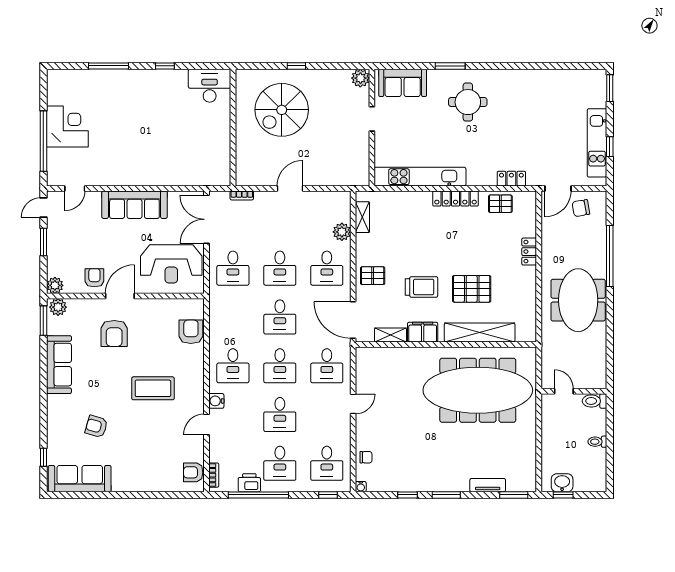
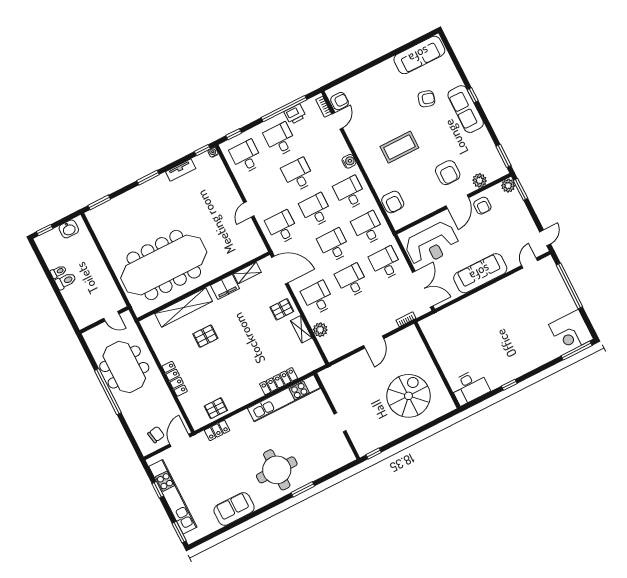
window: (108, 66) -> (577, 351), moved
window: (296, 66) -> (374, 453), moved
plant: (360, 78) -> (363, 448), removed
sofa: (403, 83) -> (234, 509), moved
round table: (468, 102) -> (277, 470), width x1.36, depth x1.36
corner desk: (67, 126) -> (571, 332), moved
kitchen unit: (597, 143) -> (173, 497), width x1.36
locker: (456, 199) -> (279, 381), moved
shelving: (362, 217) -> (301, 329), moved
window: (43, 242) -> (520, 189), moved
locker: (529, 252) -> (175, 379), width x1.53
window: (610, 256) -> (108, 392), moved
reception desk: (171, 264) -> (432, 244), turned 180
trolley: (421, 287) -> (242, 319), removed
pallet: (472, 289) -> (205, 336), width x0.67, depth x0.71
plant: (58, 307) -> (480, 180), moved
desk: (233, 317) -> (368, 228), added
armchair: (114, 333) -> (448, 173), turned 180
sofa: (59, 365) -> (466, 109), moved
door: (564, 391) -> (111, 316), moved
wall: (574, 391) -> (104, 320), moved
toilet: (595, 401) -> (66, 281), moved
door: (207, 425) -> (337, 121), moved
window: (43, 457) -> (473, 95), moved
chair: (366, 457) -> (220, 175), removed
tv unit: (488, 485) -> (181, 170), moved
window: (408, 495) -> (202, 150), moved
window: (563, 495) -> (45, 230), moved

